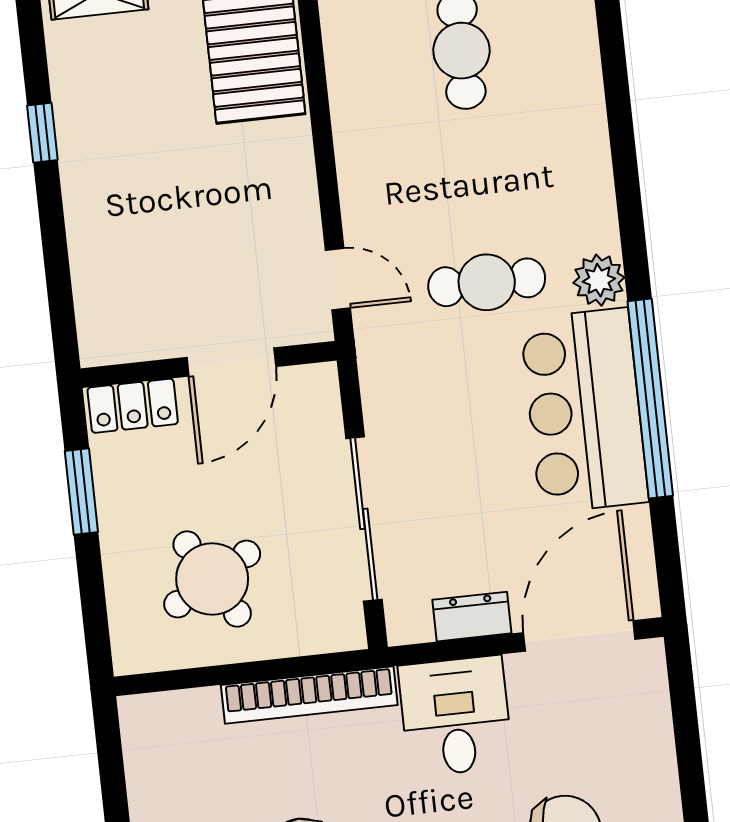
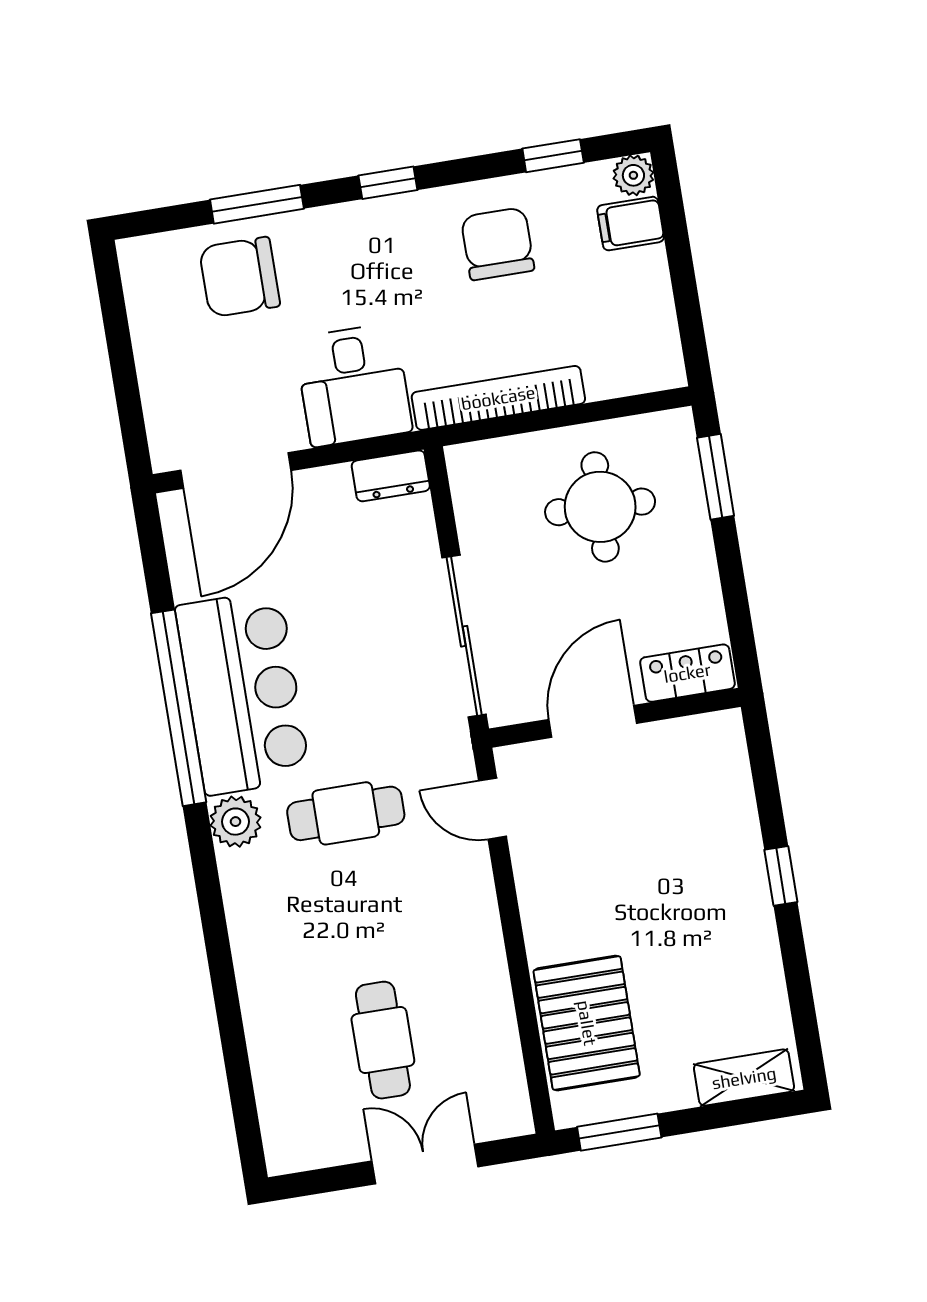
window: (42, 133) -> (781, 876), moved
window: (81, 492) -> (716, 477), moved
sliding door: (364, 519) -> (464, 636), moved
round table: (212, 579) -> (600, 507), turned 32
dresser: (472, 617) -> (391, 476), moved

